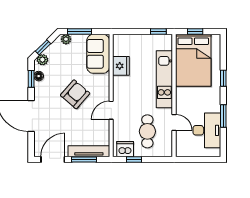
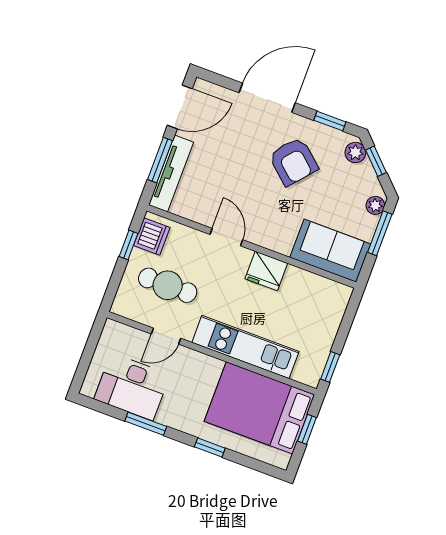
fridge: (121, 66) -> (266, 271), moved
floor lamp: (39, 76) -> (330, 136), removed
armchair: (75, 94) -> (293, 162), moved
door: (53, 159) -> (180, 107), hinge flipped

